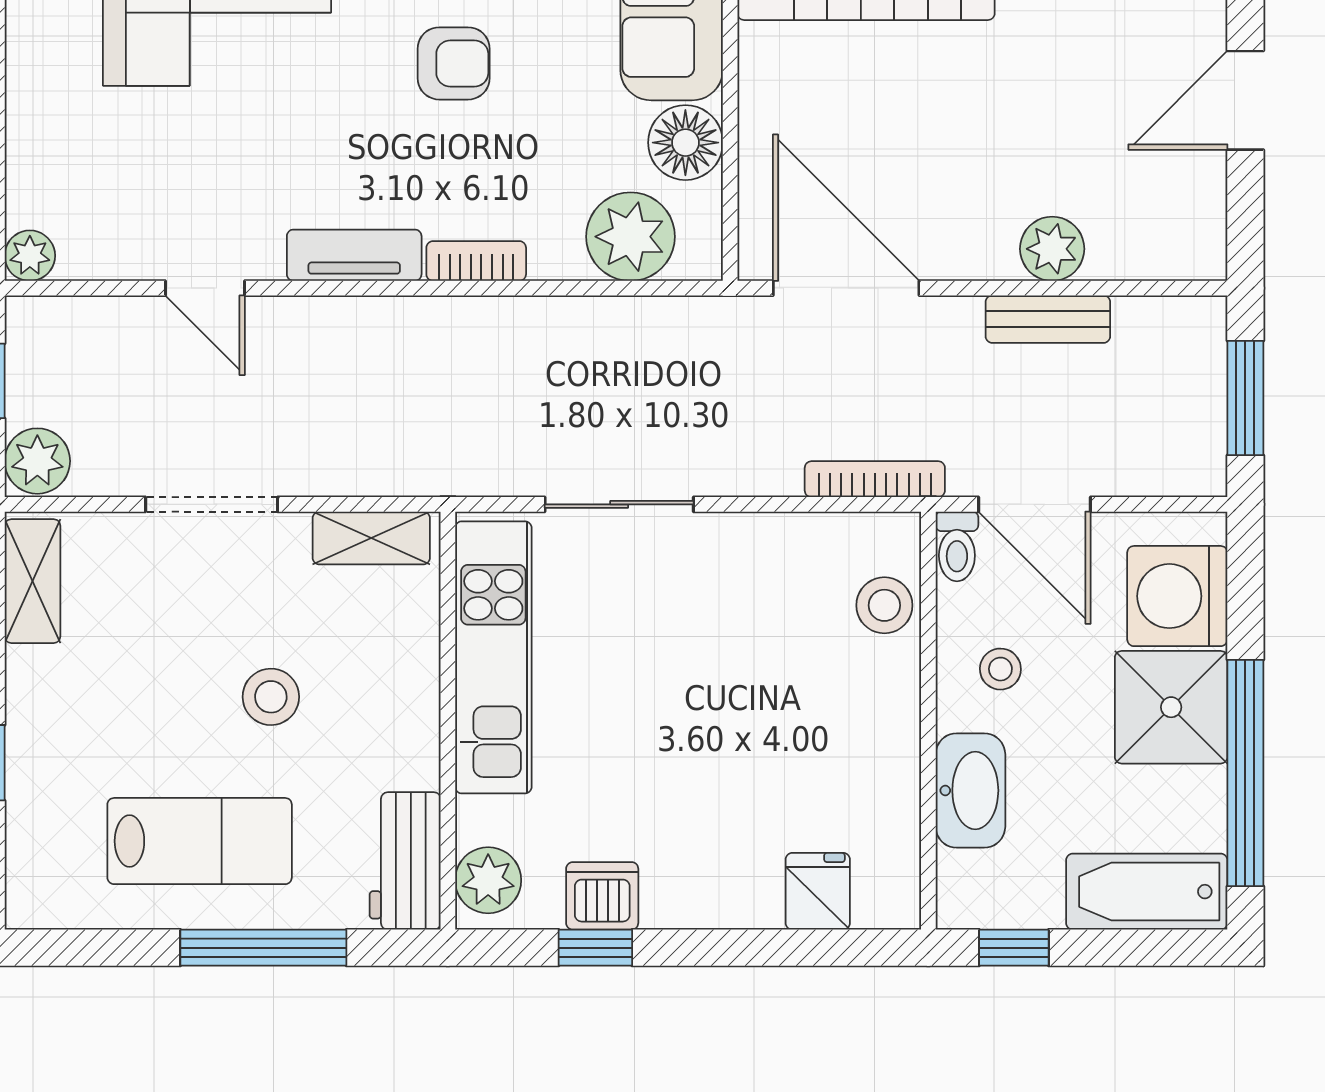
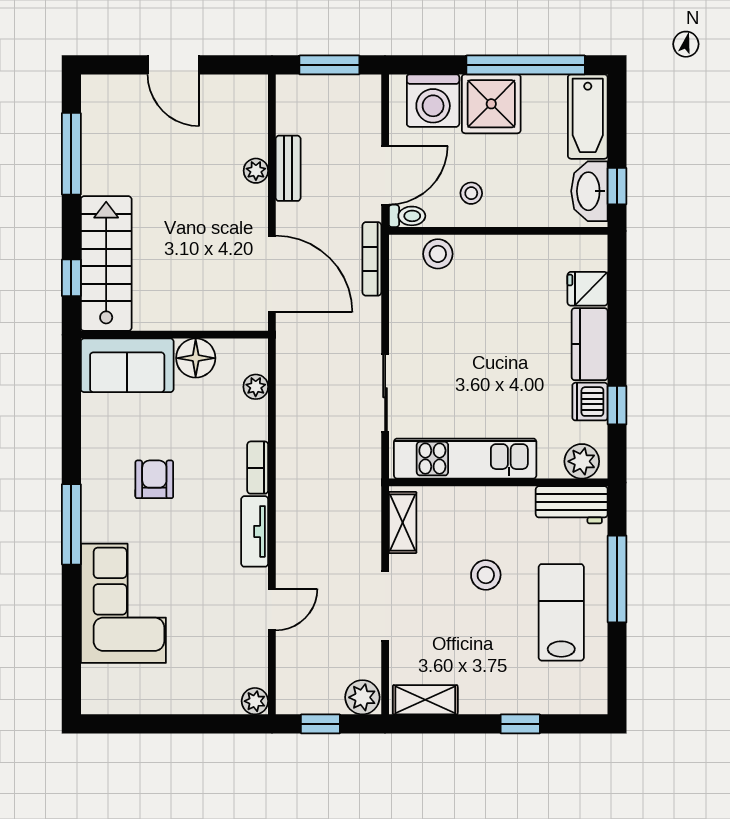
plant: (631, 237) -> (256, 387), width x0.53, depth x0.53
plant: (1052, 249) -> (256, 171), width x0.73, depth x0.73
door: (846, 288) -> (272, 274), swing flipped
washbasin: (970, 790) -> (589, 191), moved, turned -90
kitchen counter: (712, 895) -> (590, 344), added

